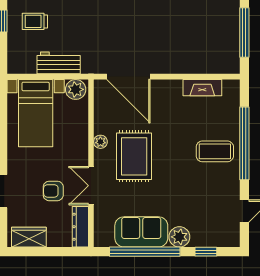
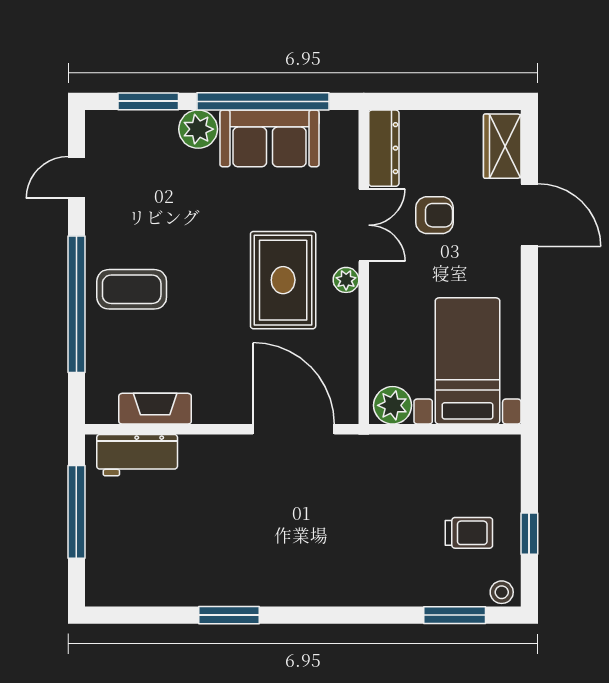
workbench: (59, 63) -> (137, 455), moved
plant: (100, 142) -> (346, 280), moved
wardrobe: (29, 237) -> (502, 146), moved, turned 90
window: (206, 252) -> (148, 101), width x1.50

